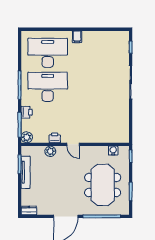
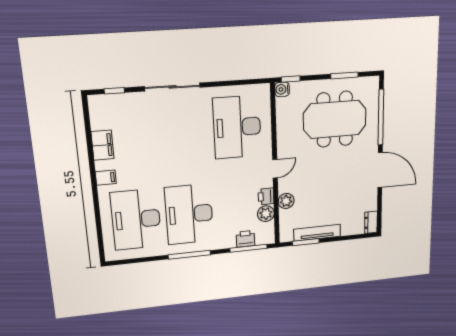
filing cabinet: (98, 37) -> (102, 145), added
printer: (27, 112) -> (245, 239), moved
desk: (103, 121) -> (237, 127), added
plant: (27, 137) -> (266, 214), moved
water cooler: (113, 151) -> (282, 89), moved

